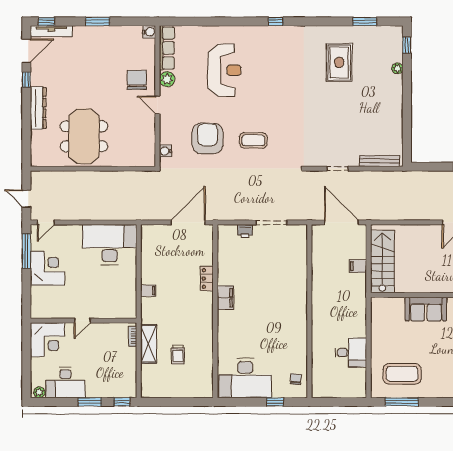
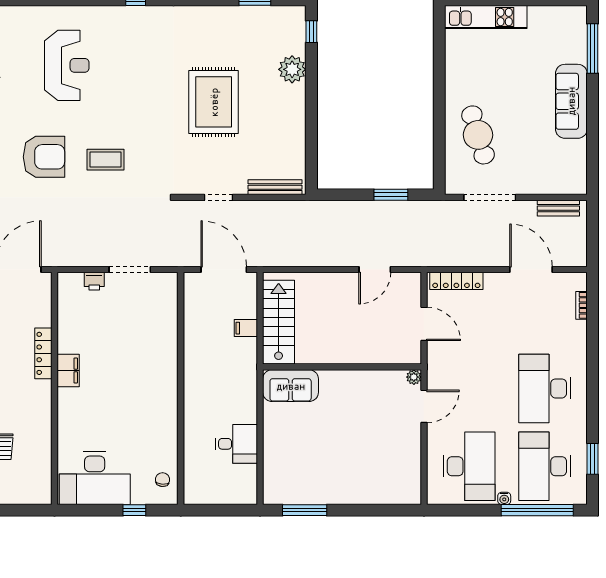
rug: (339, 62) -> (214, 102), moved, width x1.37, depth x1.44
plant: (397, 68) -> (292, 69), width x1.88, depth x1.88
armchair: (207, 138) -> (44, 157), turned 90
locker: (207, 278) -> (43, 353), width x1.53
sofa: (426, 309) -> (291, 386), moved
coffee table: (402, 374) -> (305, 473), removed

